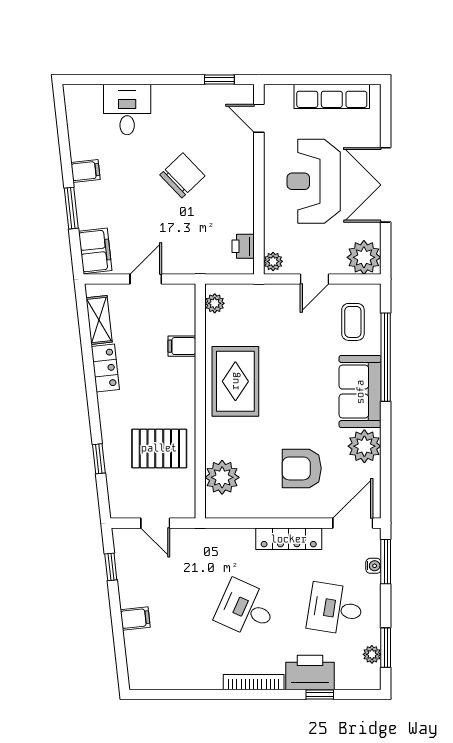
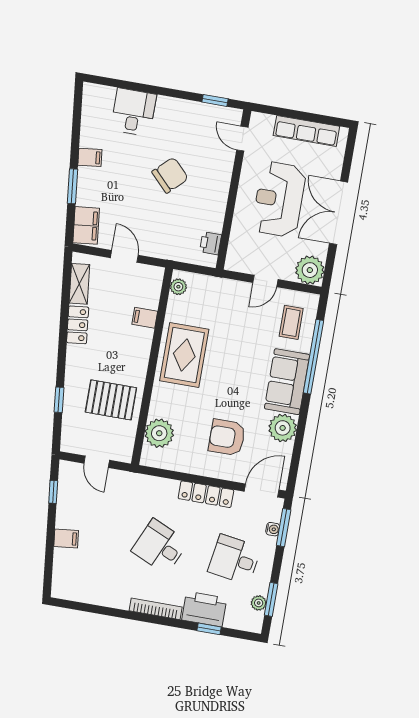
plant: (273, 261) -> (233, 260), removed
door: (146, 279) -> (124, 256), hinge flipped

